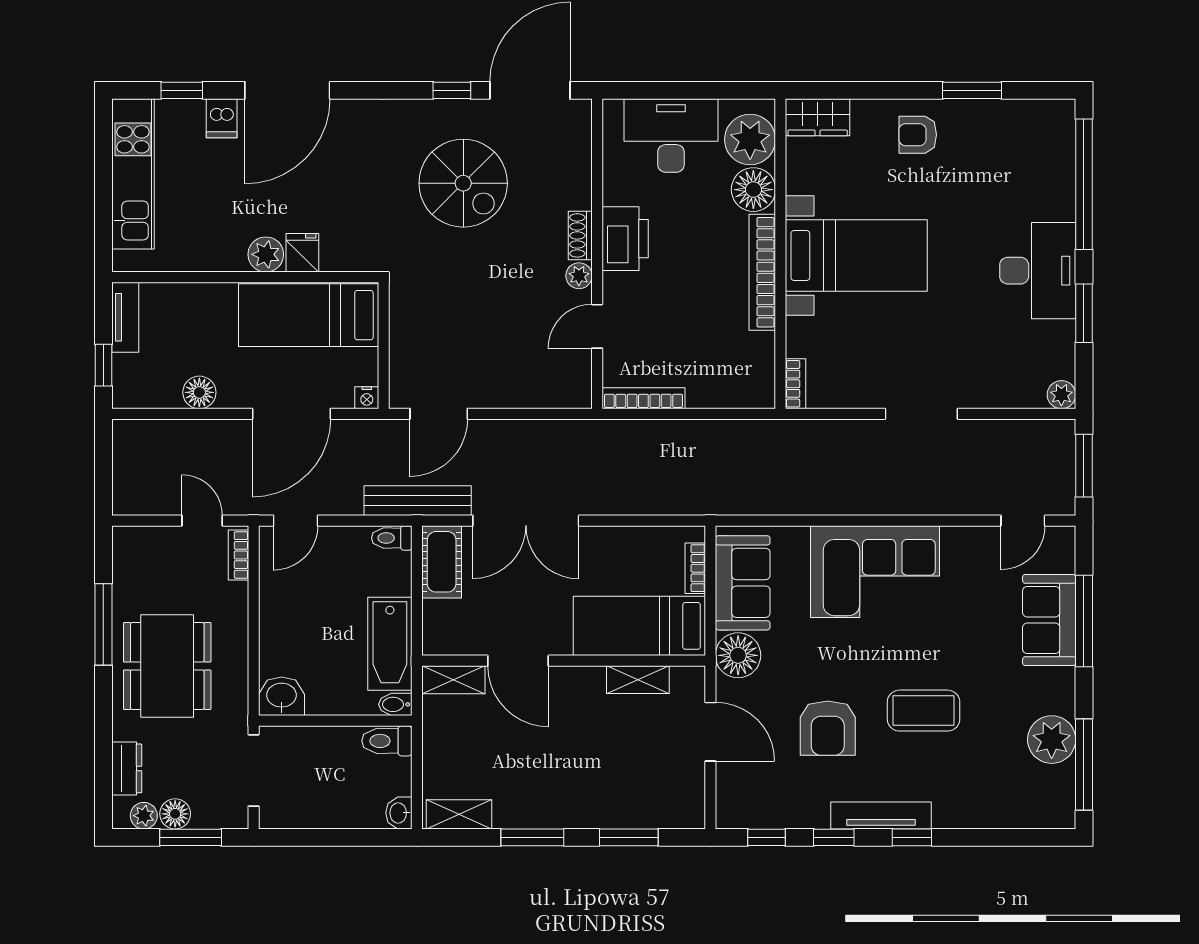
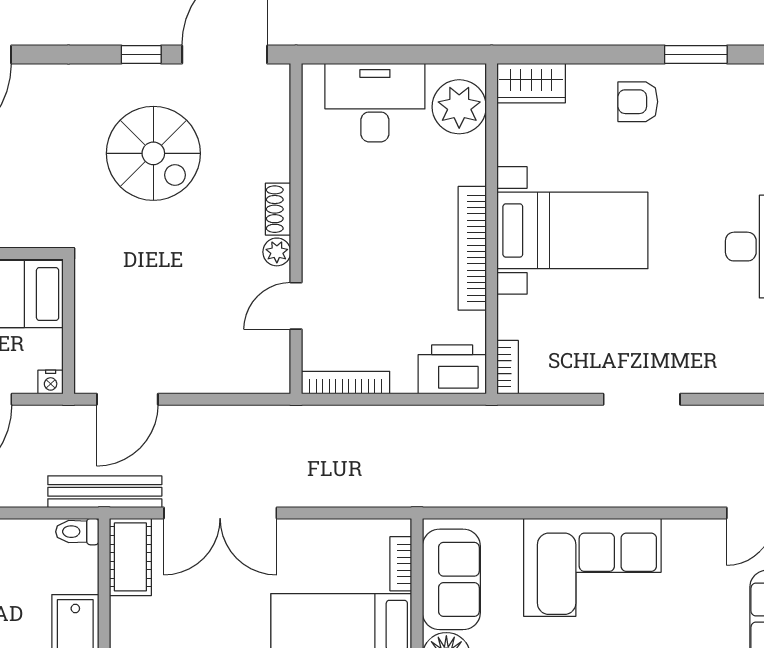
floor lamp: (753, 190) -> (463, 160), removed
printer: (625, 239) -> (452, 369), moved, turned -90

